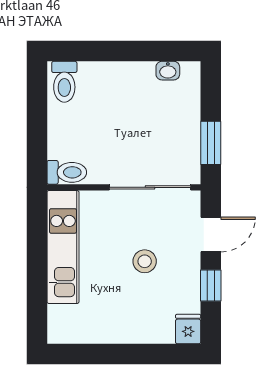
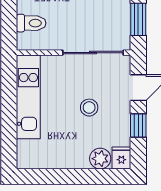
toilet: (67, 172) -> (31, 23), moved
plant: (160, 330) -> (100, 159), added

